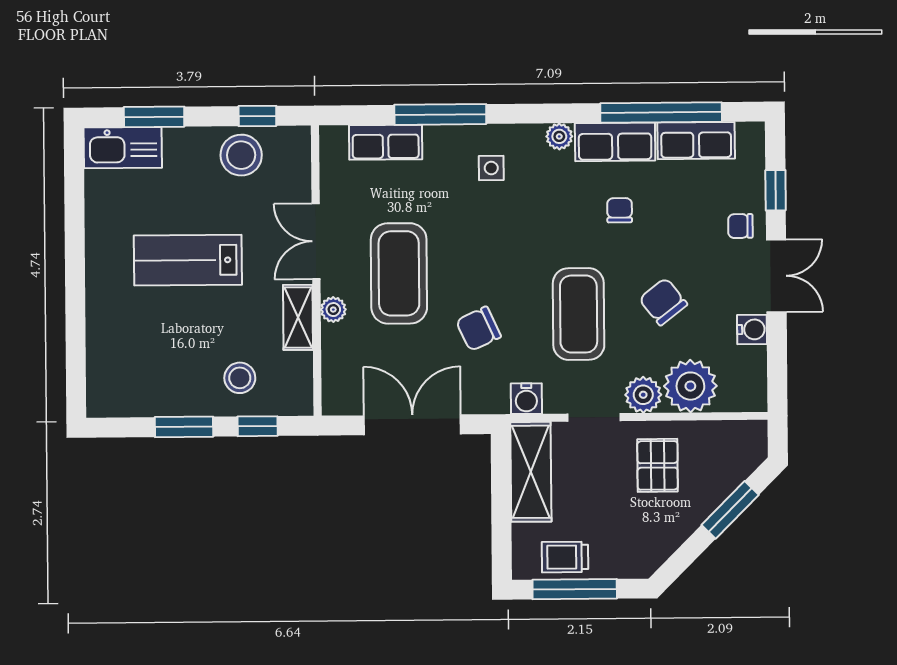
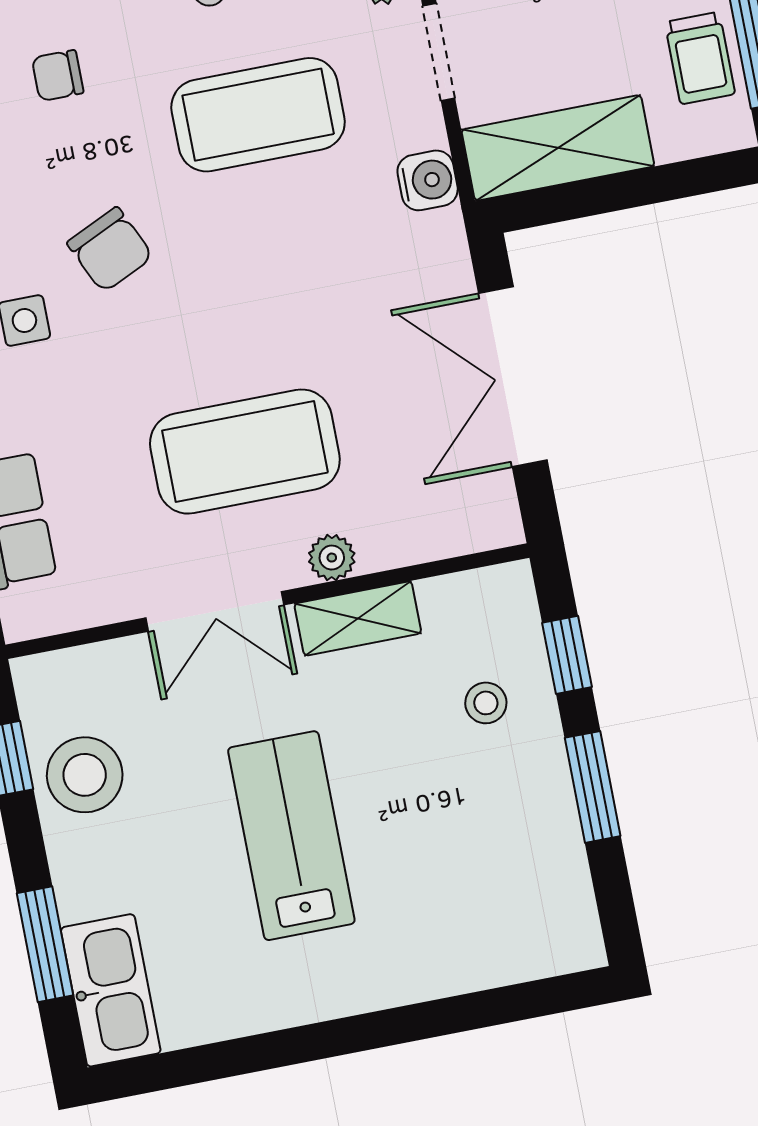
lab bench: (188, 260) -> (291, 836), turned 180
chair: (478, 329) -> (110, 250), moved
stool: (240, 378) -> (486, 703), width x0.73, depth x0.73

